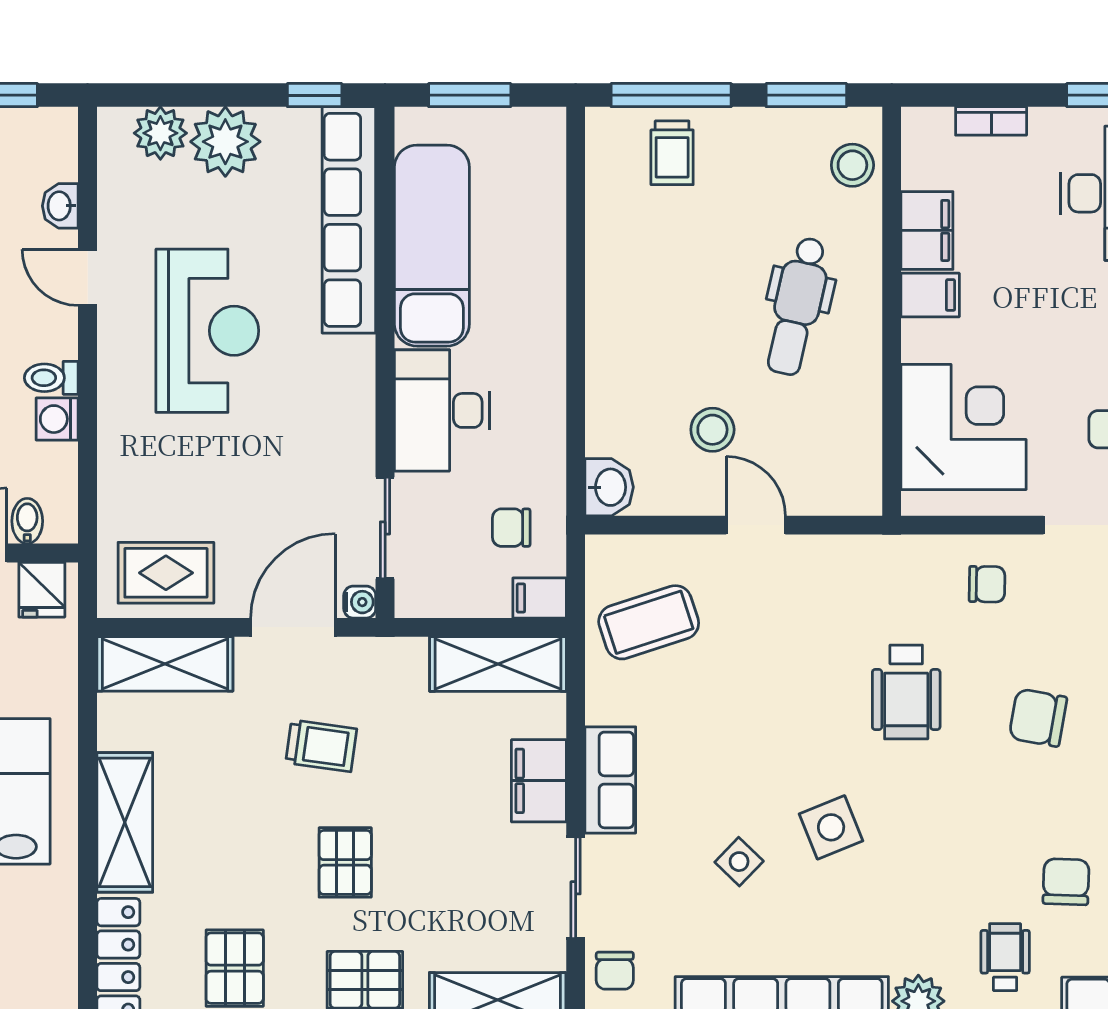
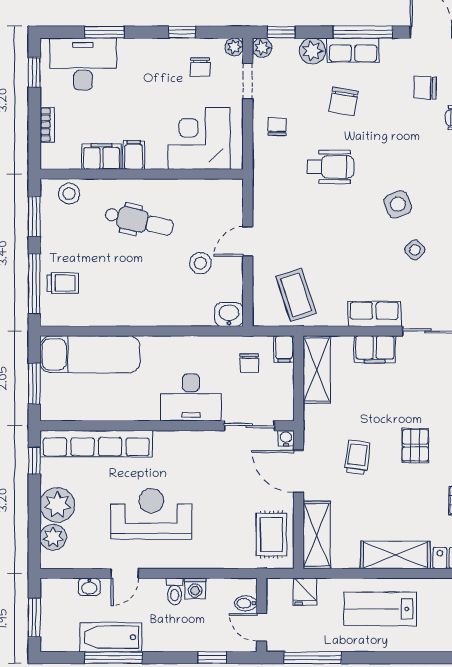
exam couch: (432, 246) -> (90, 354), moved, turned 180
fridge: (42, 590) -> (305, 592), moved, turned 90
pallet: (345, 862) -> (415, 445), turned 90

